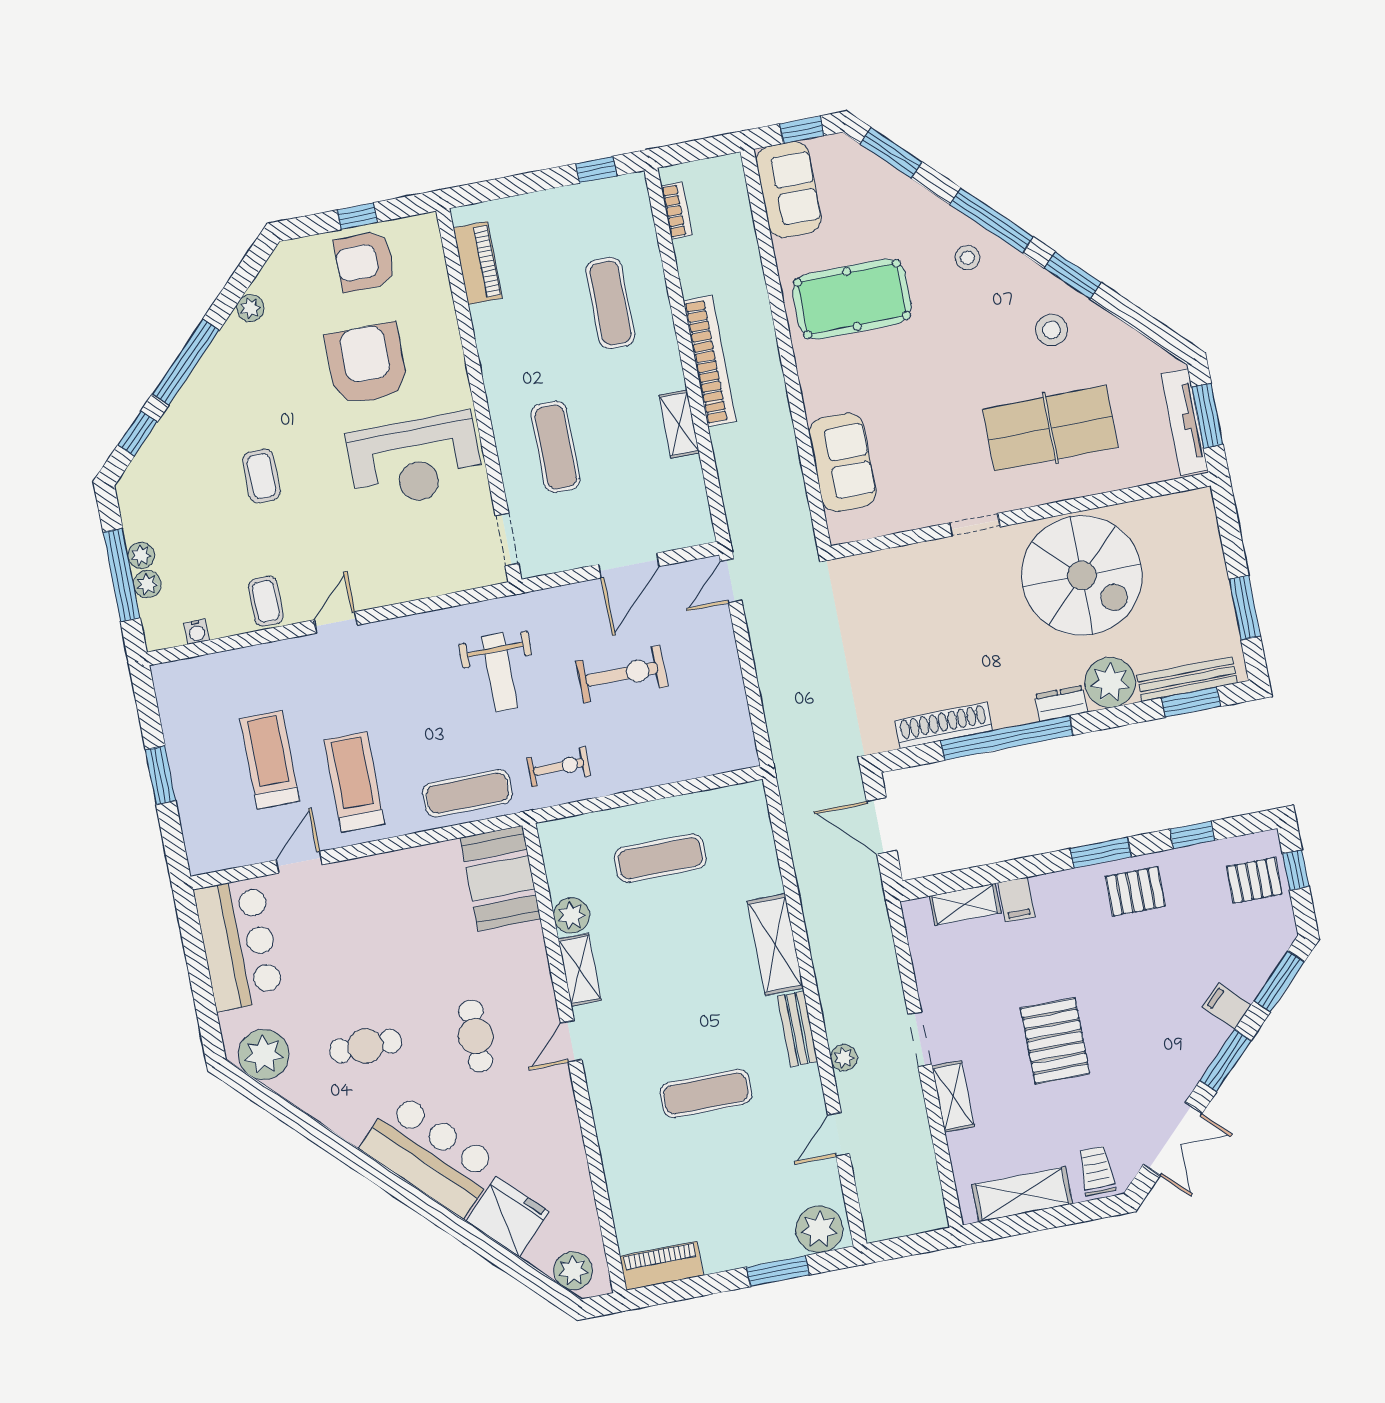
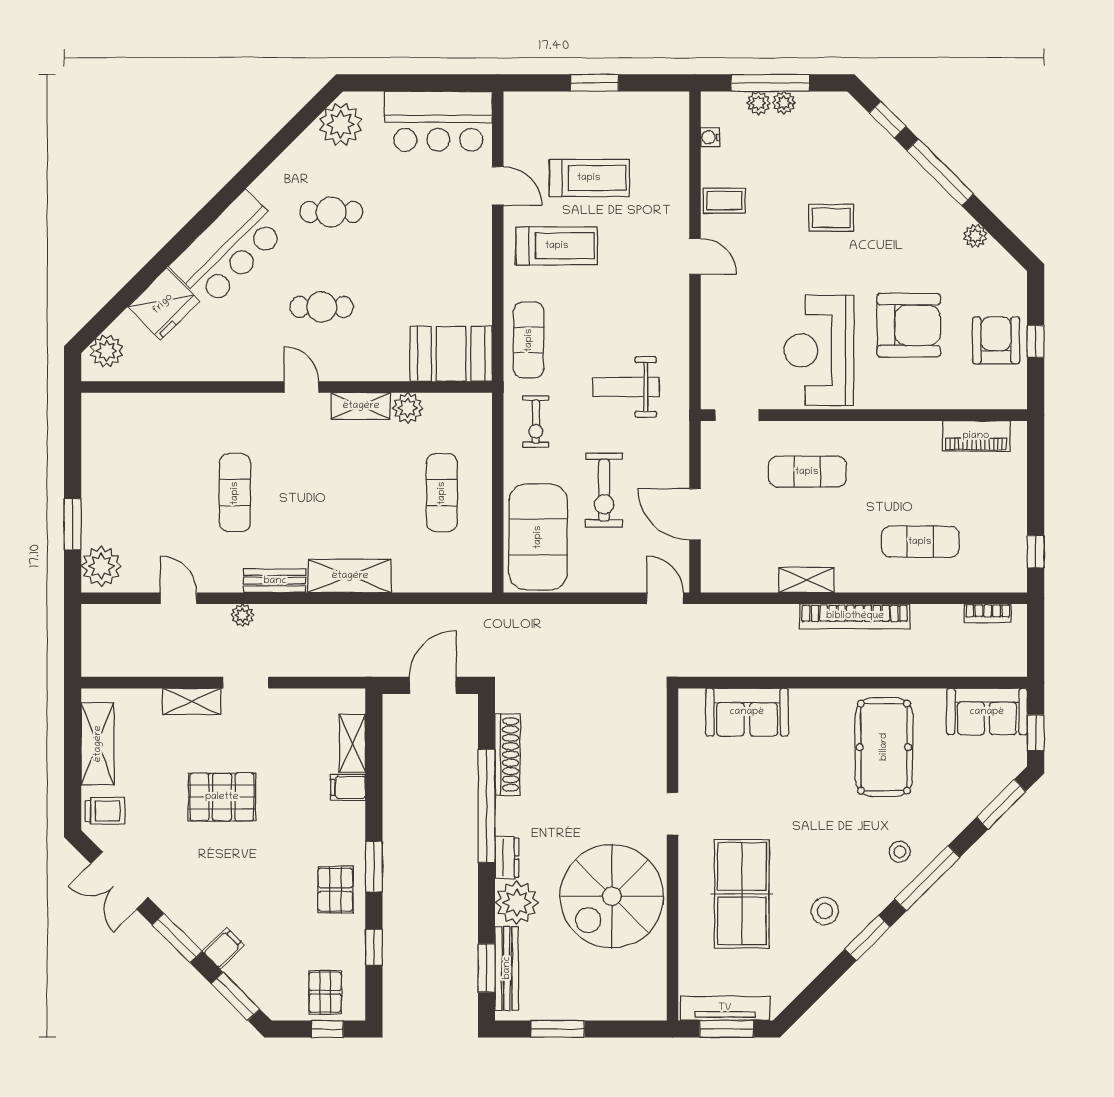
exercise mat: (689, 739) -> (538, 537), added
cafe table: (365, 1046) -> (331, 212), turned 90
piano: (662, 1266) -> (96, 427), removed

